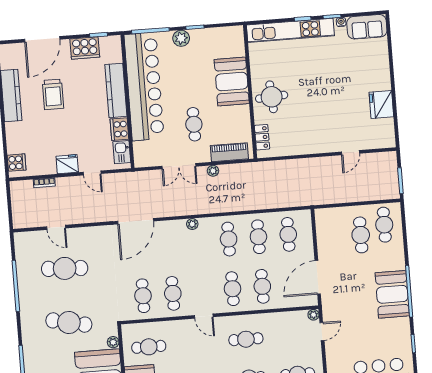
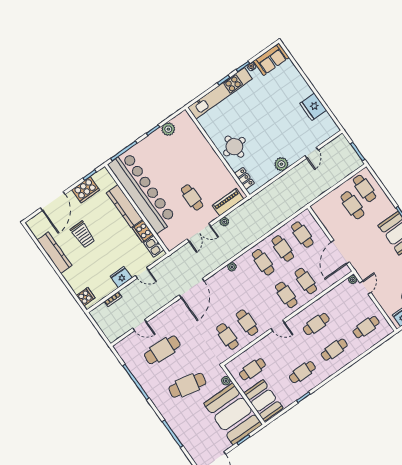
plant: (181, 38) -> (168, 129), moved
booth: (232, 82) -> (201, 152), removed
plant: (311, 146) -> (281, 164), added

